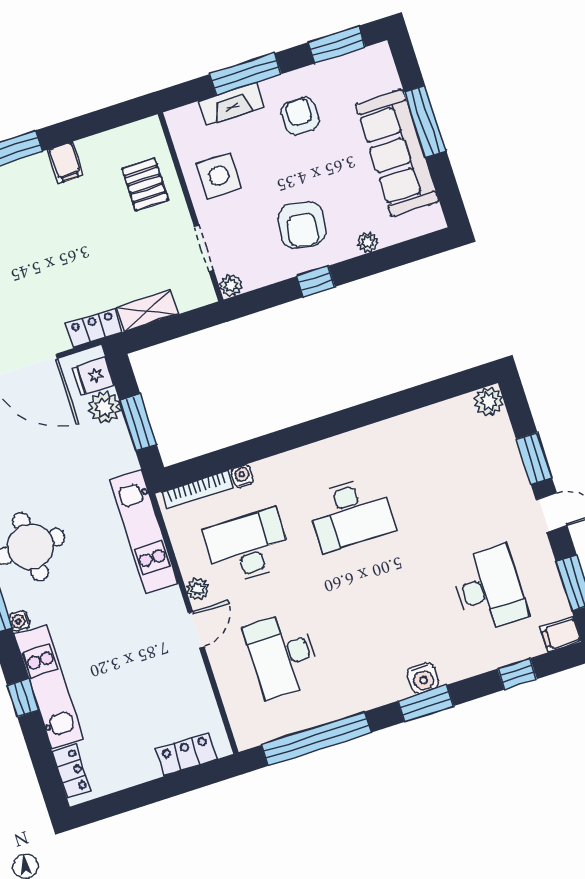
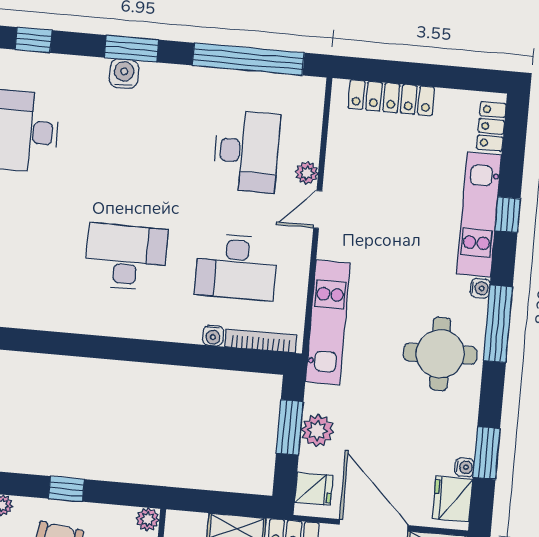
plant: (104, 407) -> (317, 430), moved
plant: (198, 589) -> (307, 173), moved
locker: (187, 754) -> (391, 98), width x1.53

